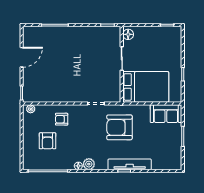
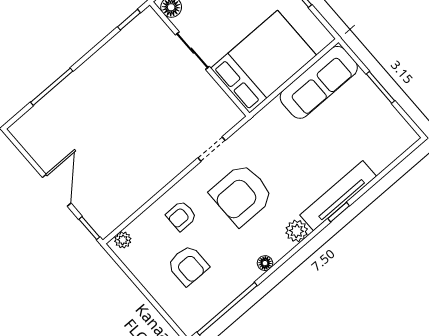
door: (22, 57) -> (57, 190), moved
sofa: (166, 114) -> (319, 82), width x1.36
armchair: (119, 127) -> (242, 195), moved
plant: (89, 164) -> (297, 231), moved

